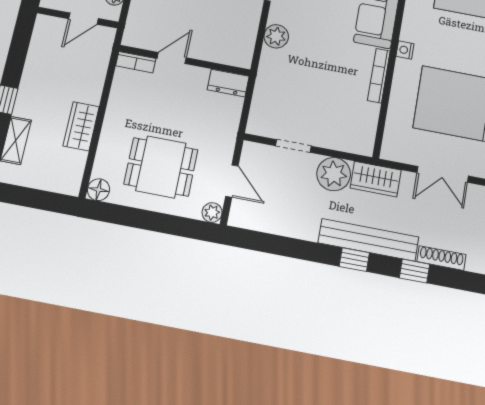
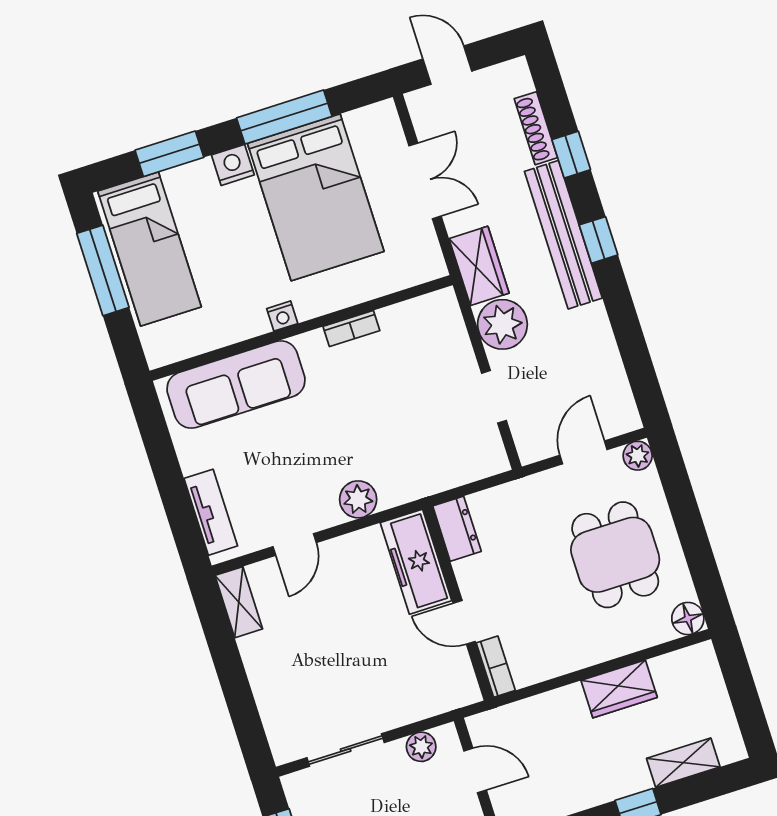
freezer: (222, 50) -> (416, 562), added
bookcase: (379, 76) -> (351, 329), width x0.64

